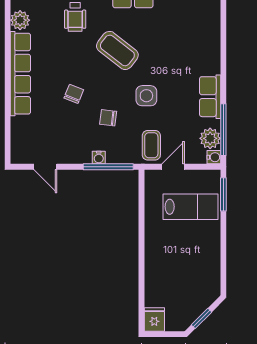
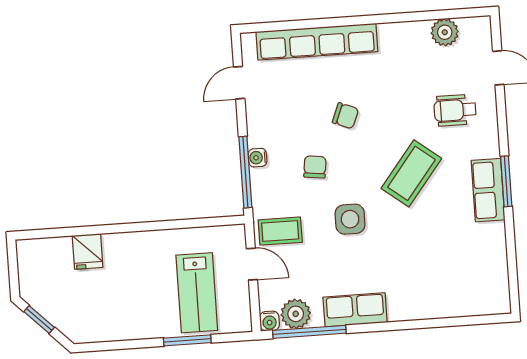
row of seats: (20, 74) -> (317, 42), moved
window: (223, 194) -> (187, 340), moved
fridge: (154, 319) -> (88, 251), moved, turned 90

